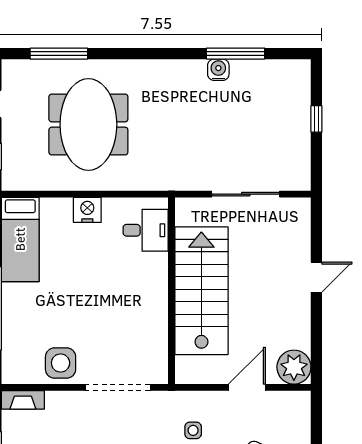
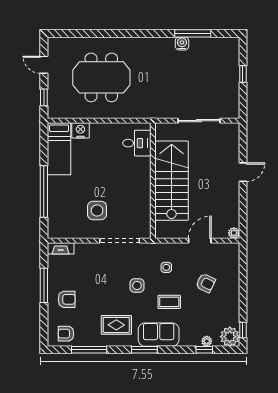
window: (59, 54) -> (83, 33), removed
meeting table: (88, 124) -> (101, 77), turned 90
nightstand: (87, 210) -> (80, 130), moved
side table: (61, 363) -> (97, 210), moved
plant: (294, 367) -> (234, 233), width x0.53, depth x0.53

